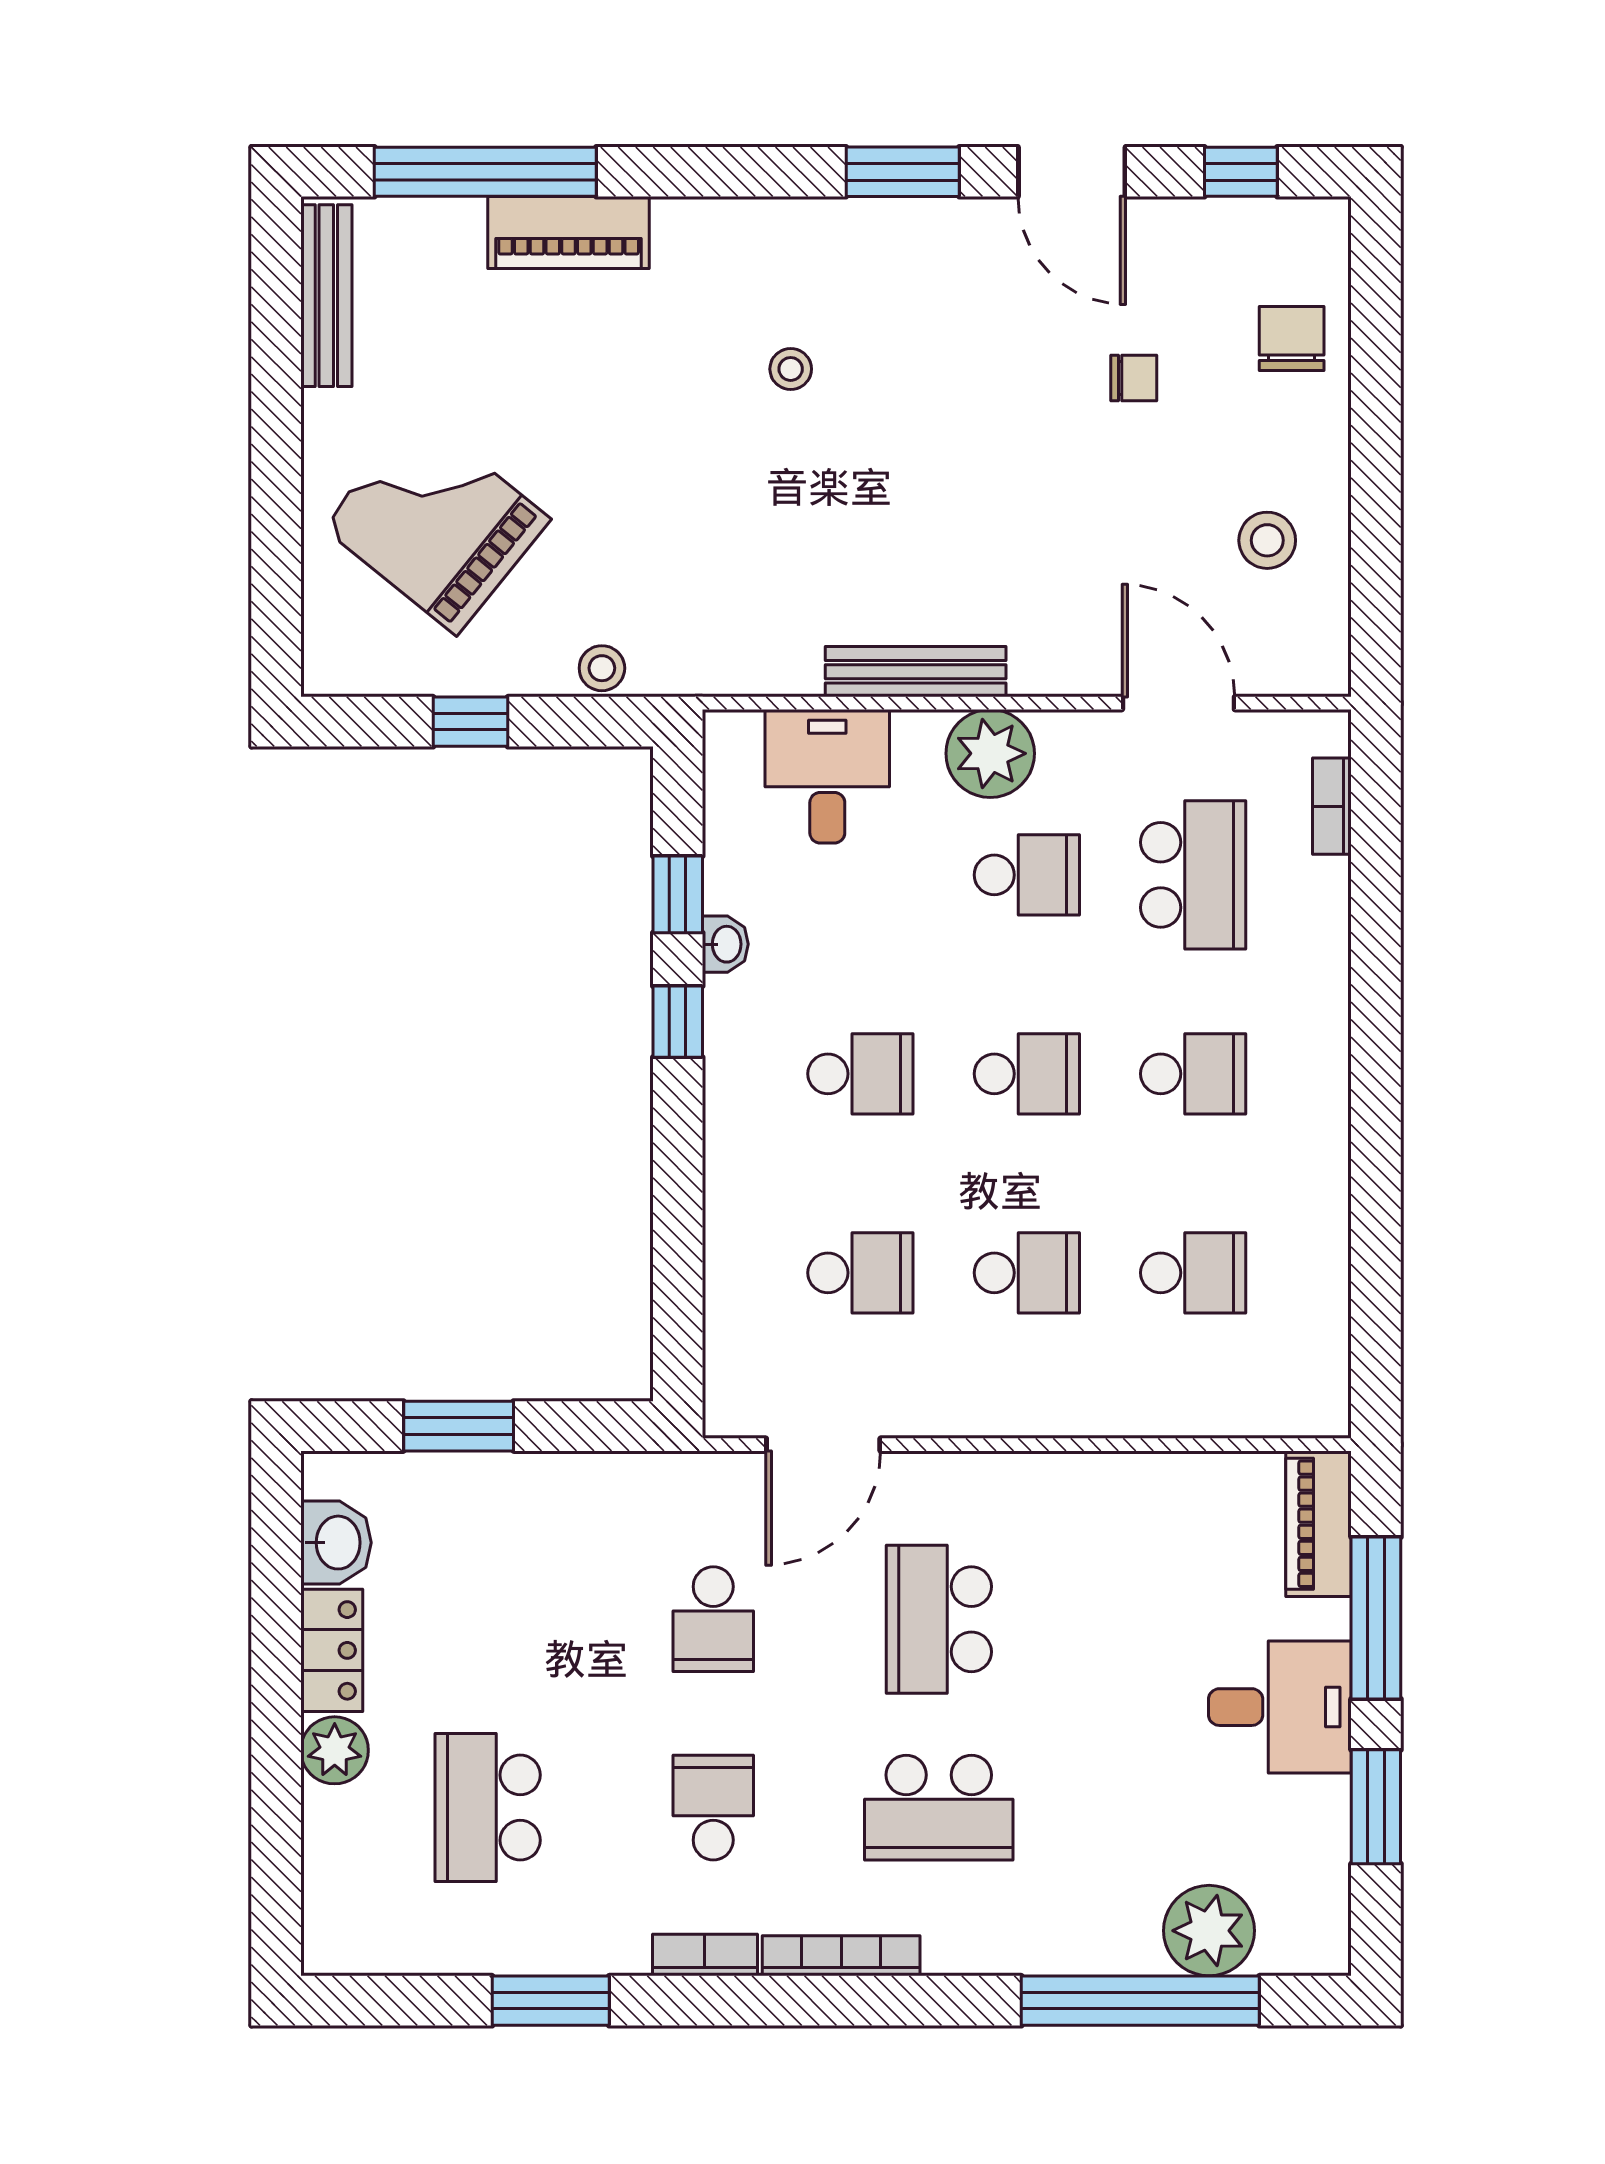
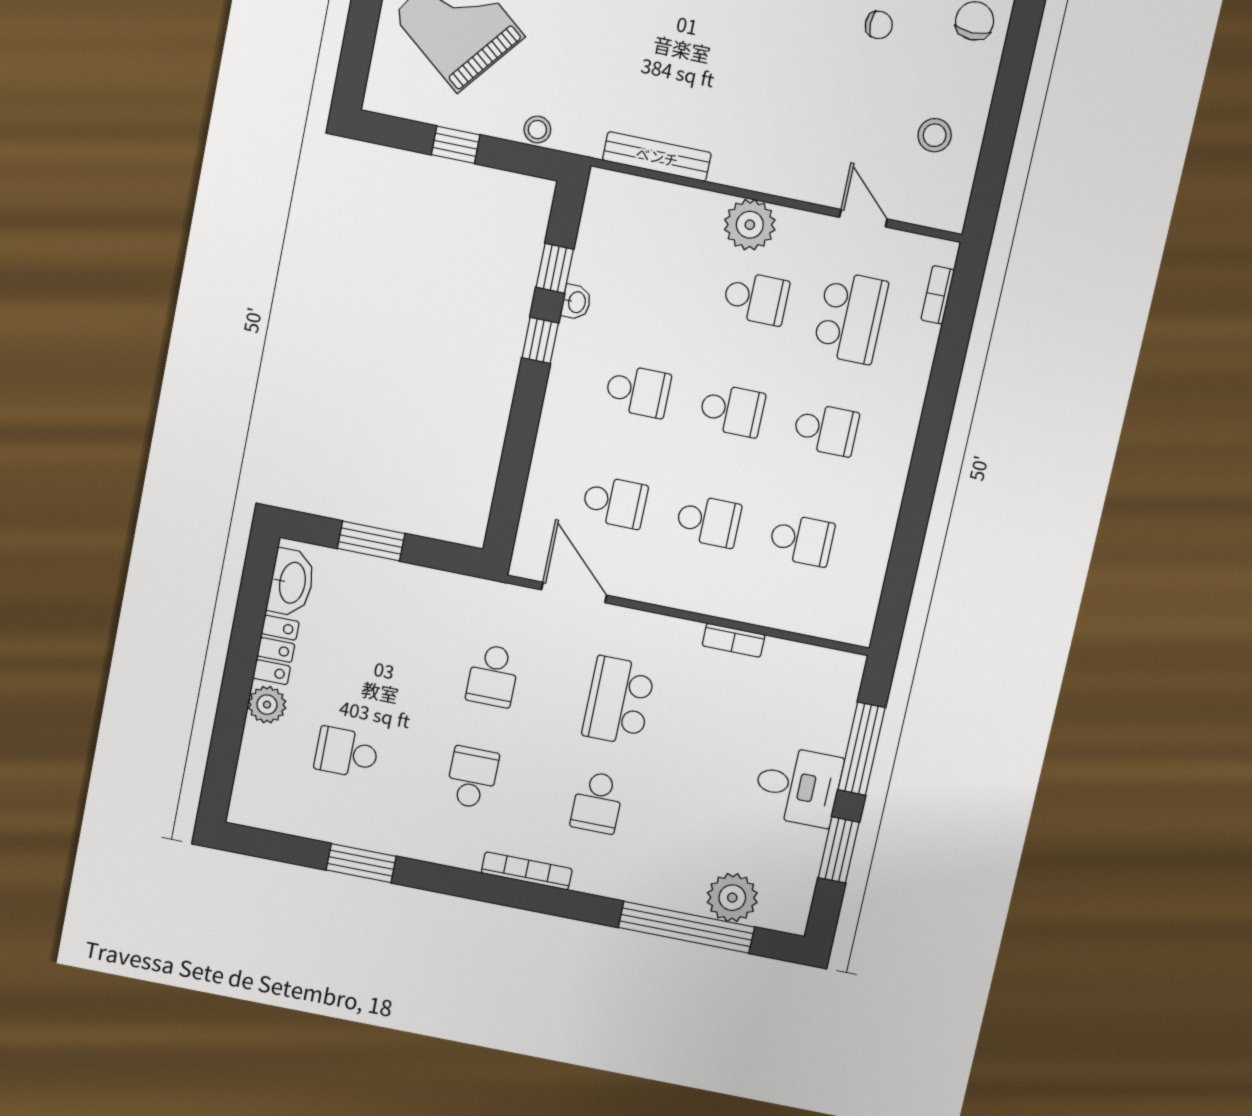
bench: (916, 672) -> (657, 156), moved
door: (1178, 703) -> (863, 218), width x0.73
desk: (827, 776) -> (654, 218), removed
door: (823, 1445) -> (574, 593), swing flipped
piano: (1319, 1524) -> (841, 691), removed
washbasin: (336, 1543) -> (291, 583), width x1.38
school desk: (488, 1808) -> (347, 753), width x0.54
school desk: (939, 1808) -> (597, 802), width x0.54
bookcase: (705, 1955) -> (734, 640), moved, turned 180

